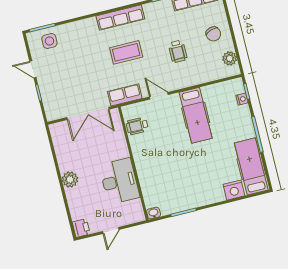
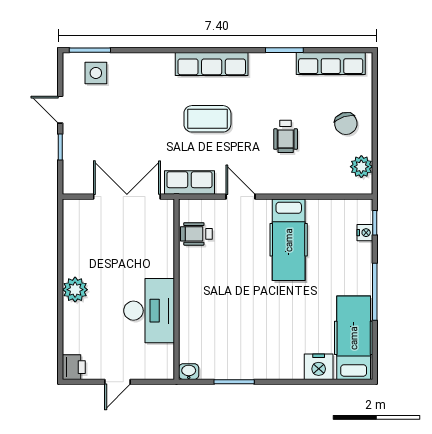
double door: (88, 113) -> (127, 197), swing flipped

